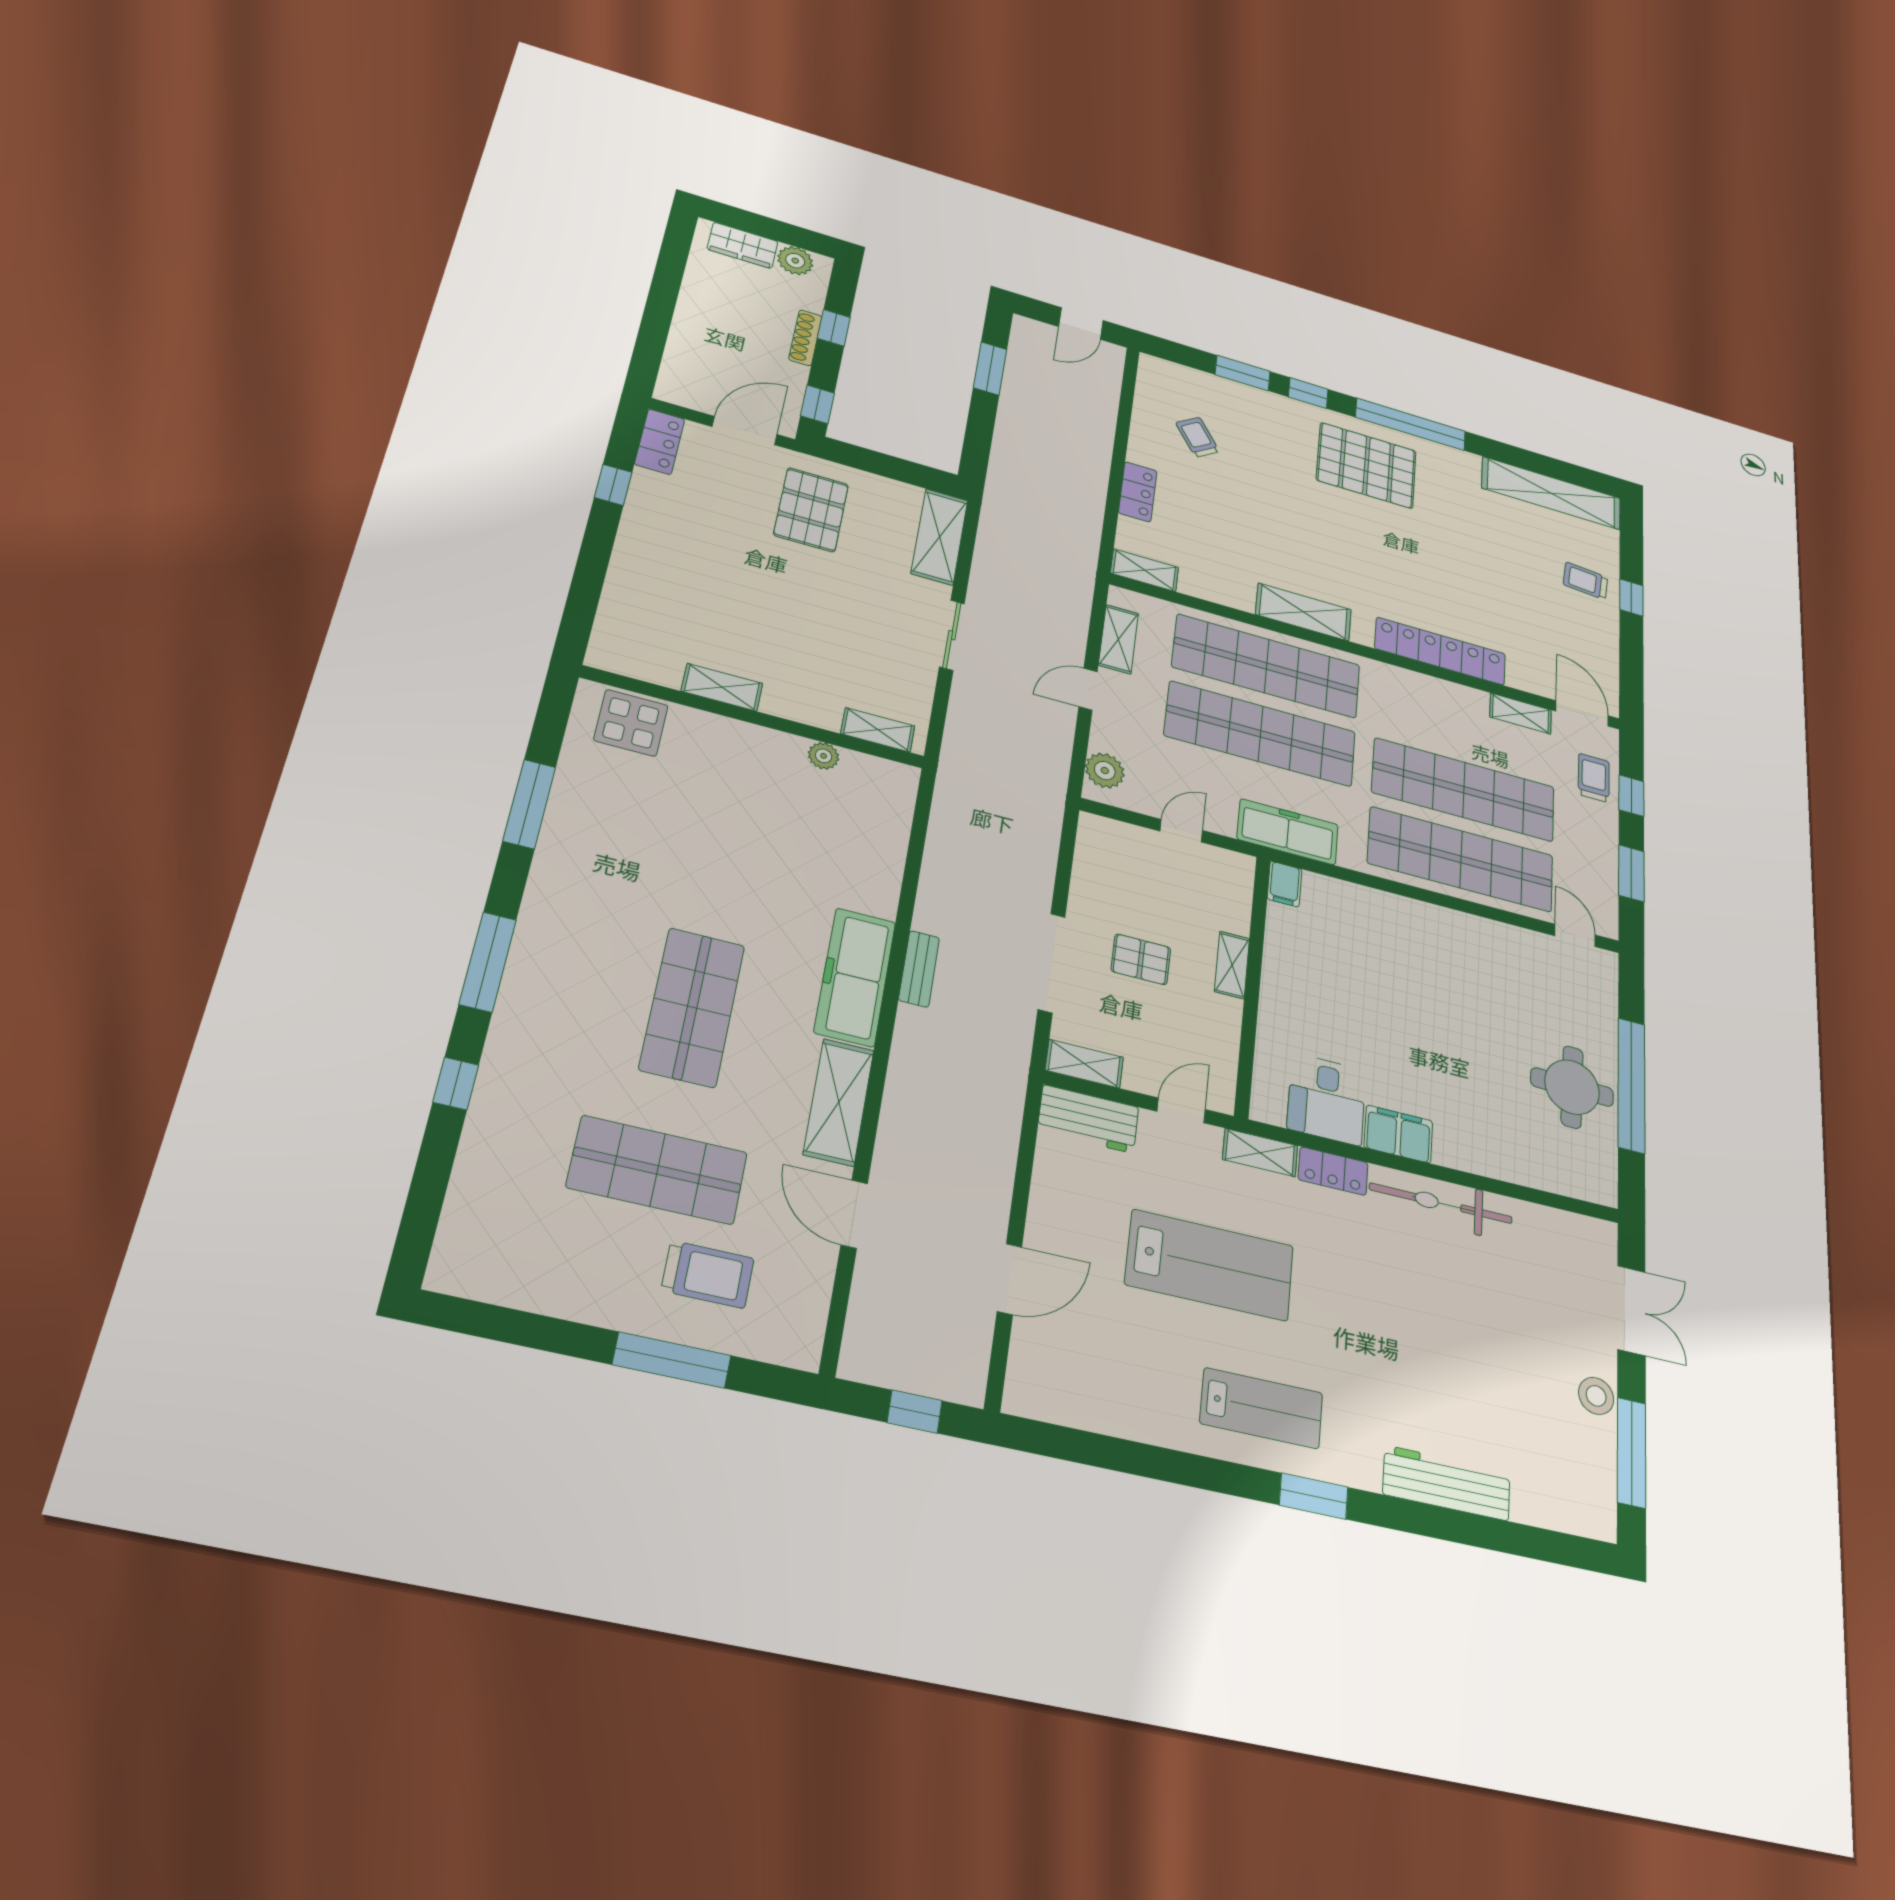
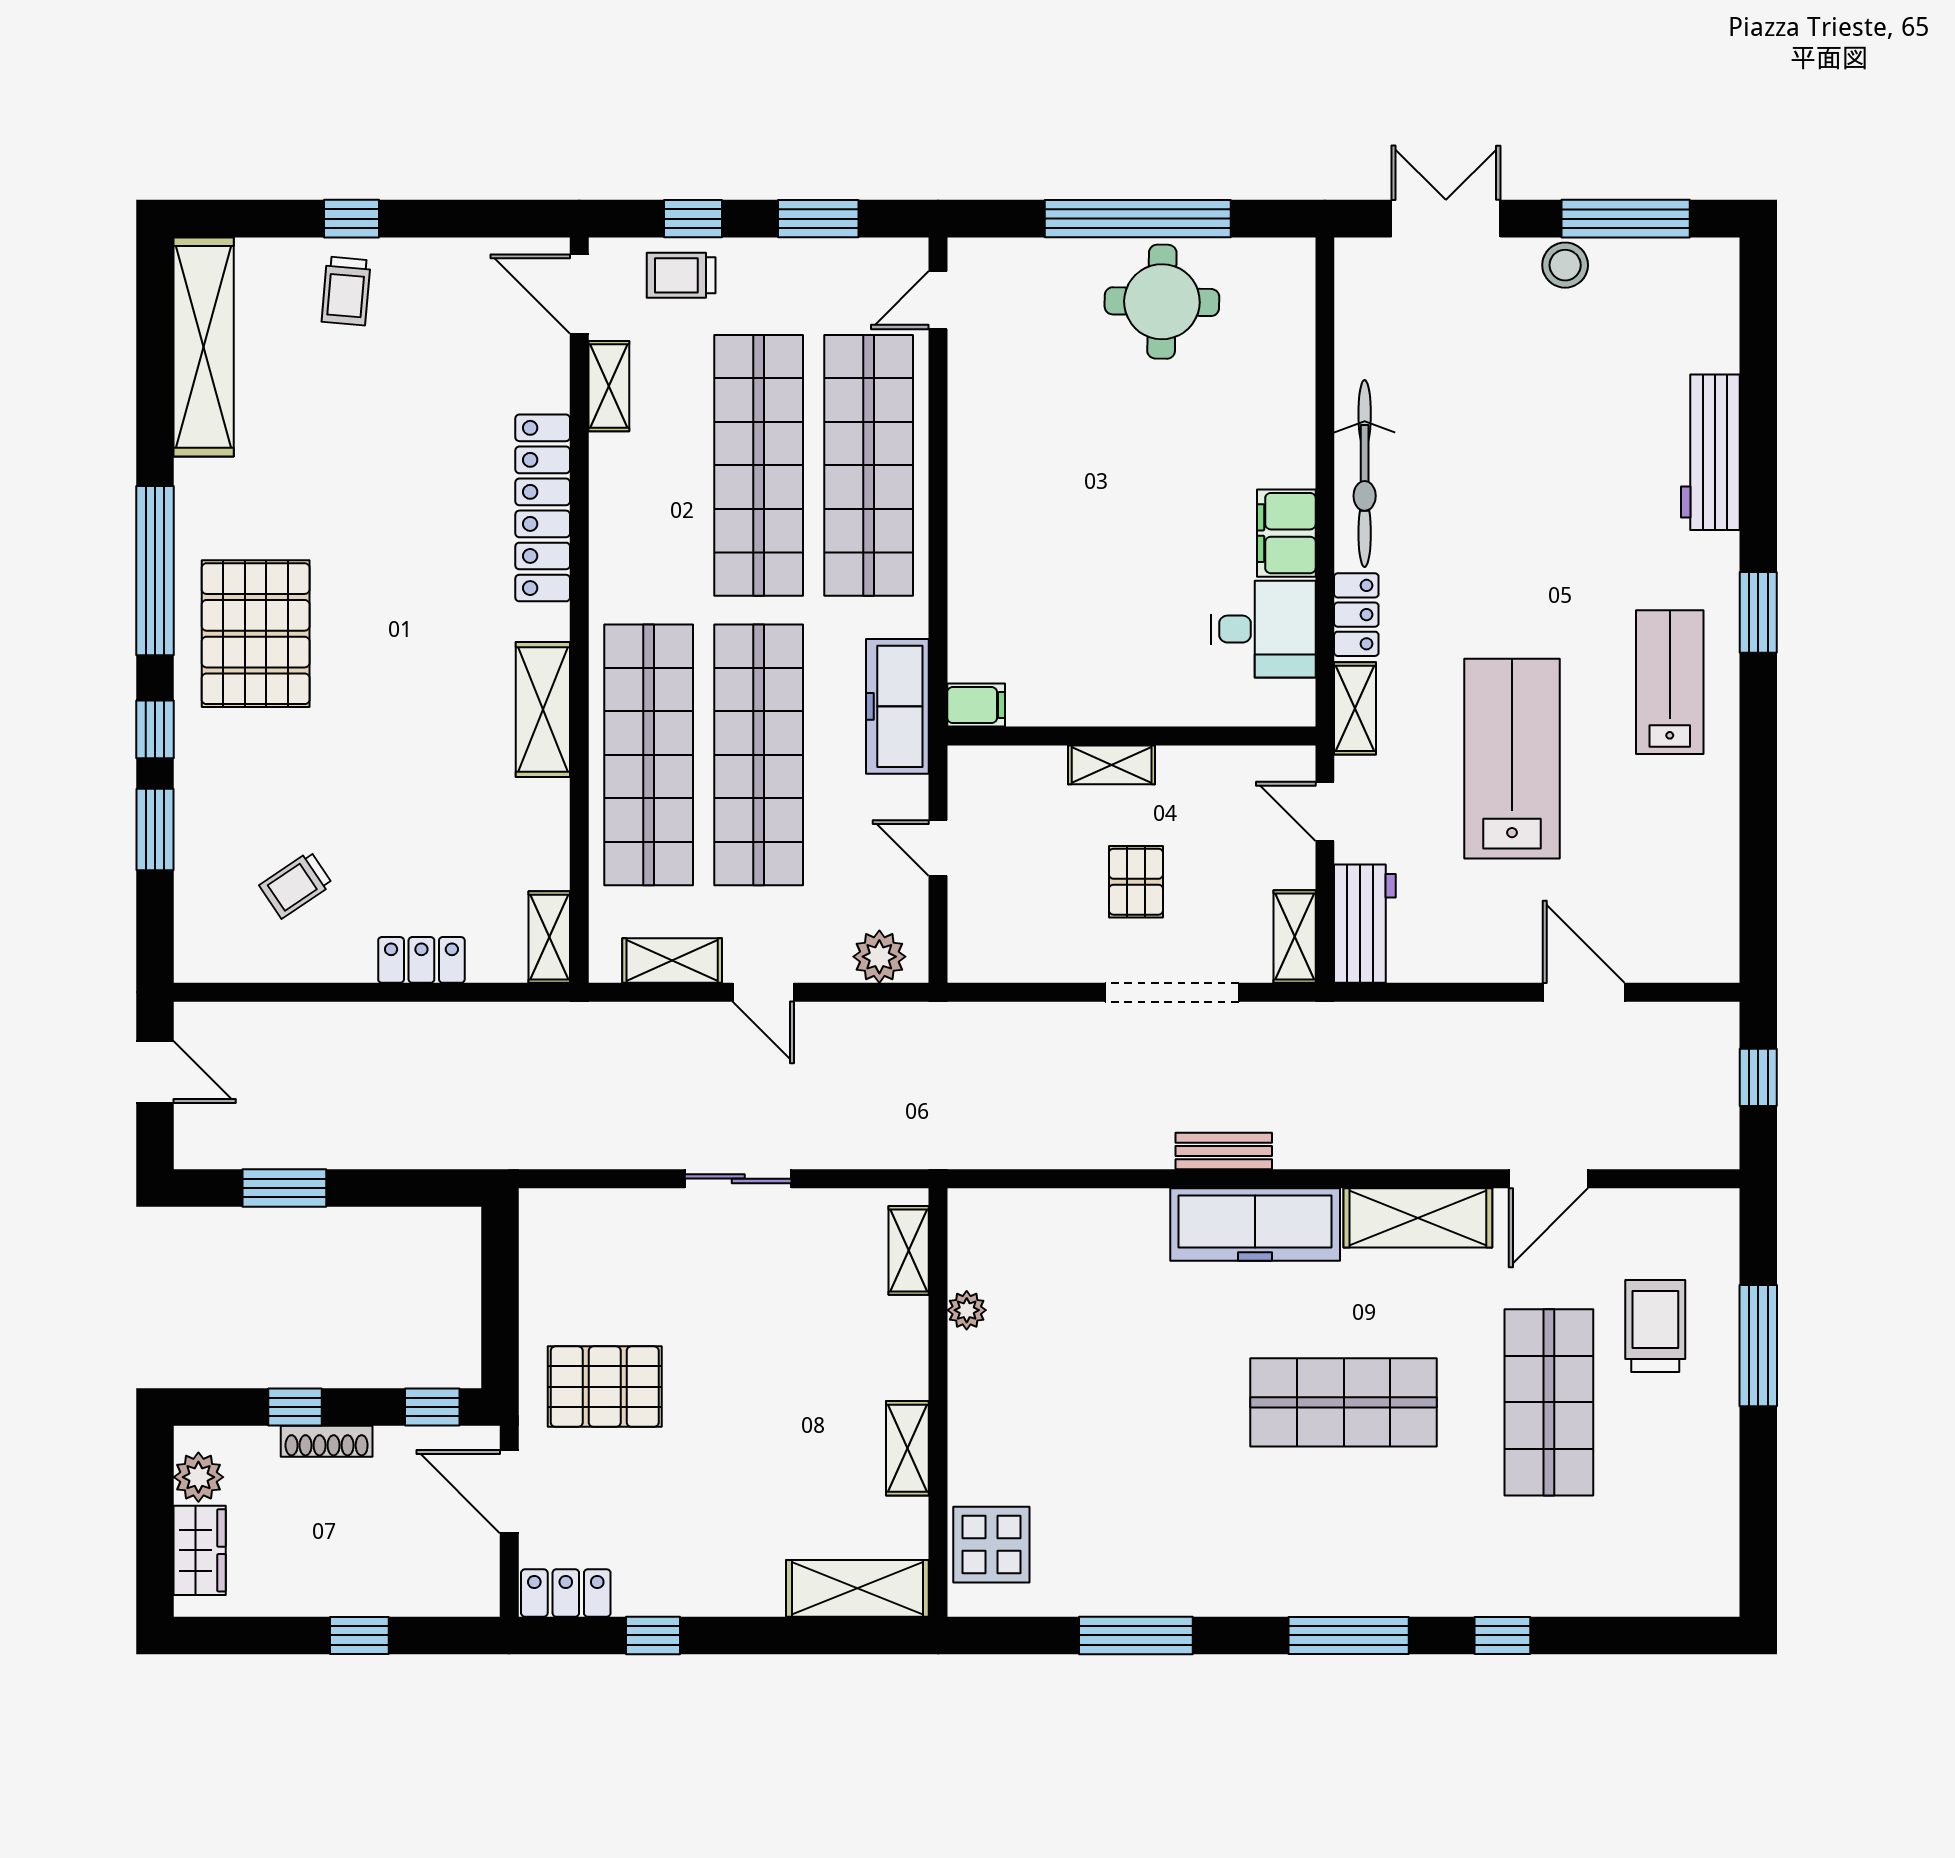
window: (658, 314) -> (359, 1635), added
shelving: (939, 537) -> (857, 1588), moved
door: (1582, 713) -> (579, 294), hinge flipped

